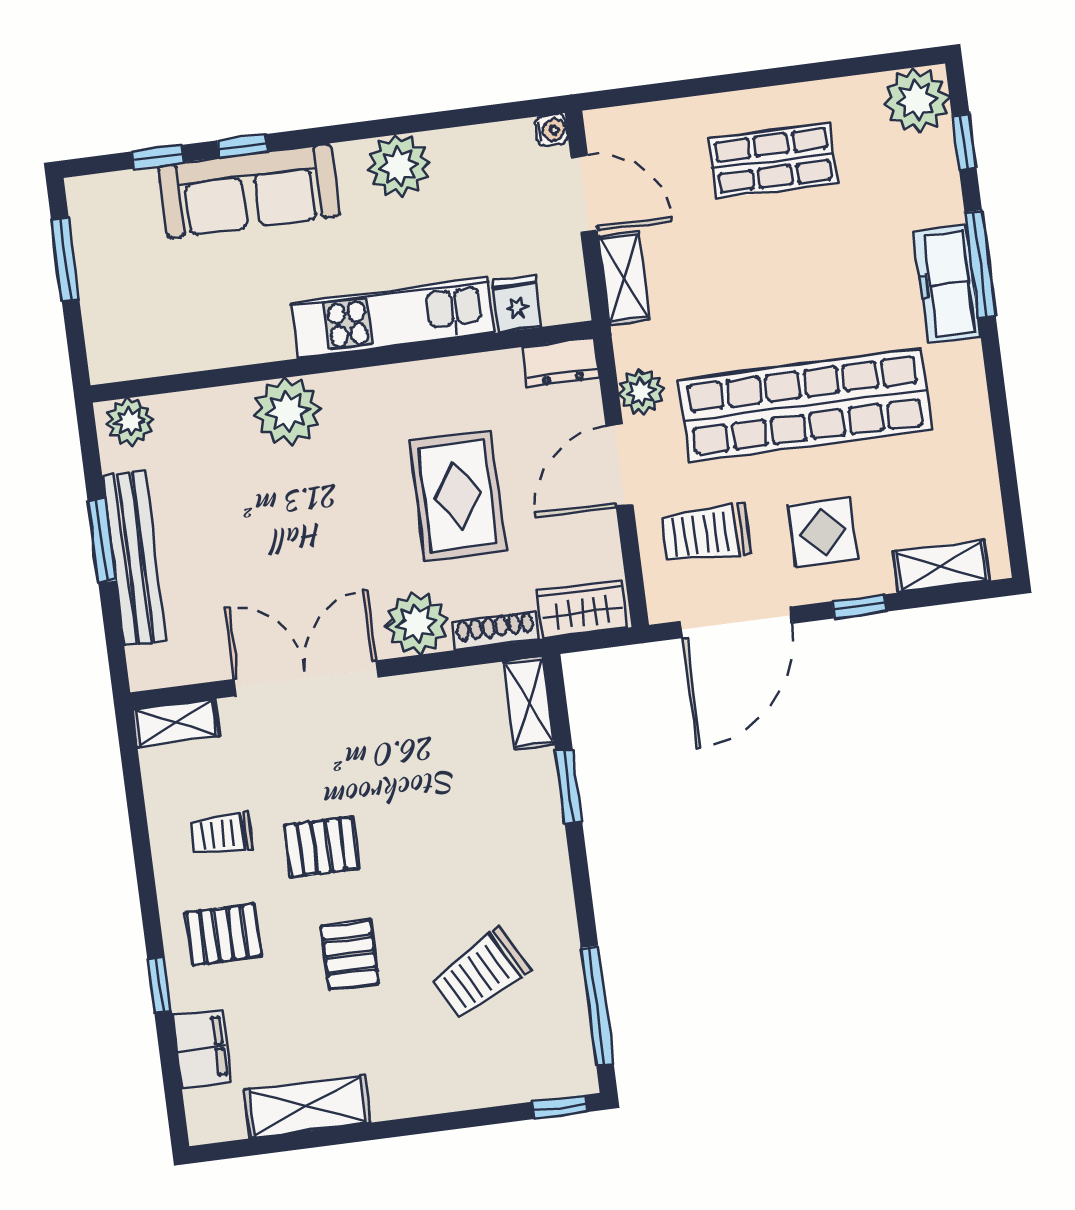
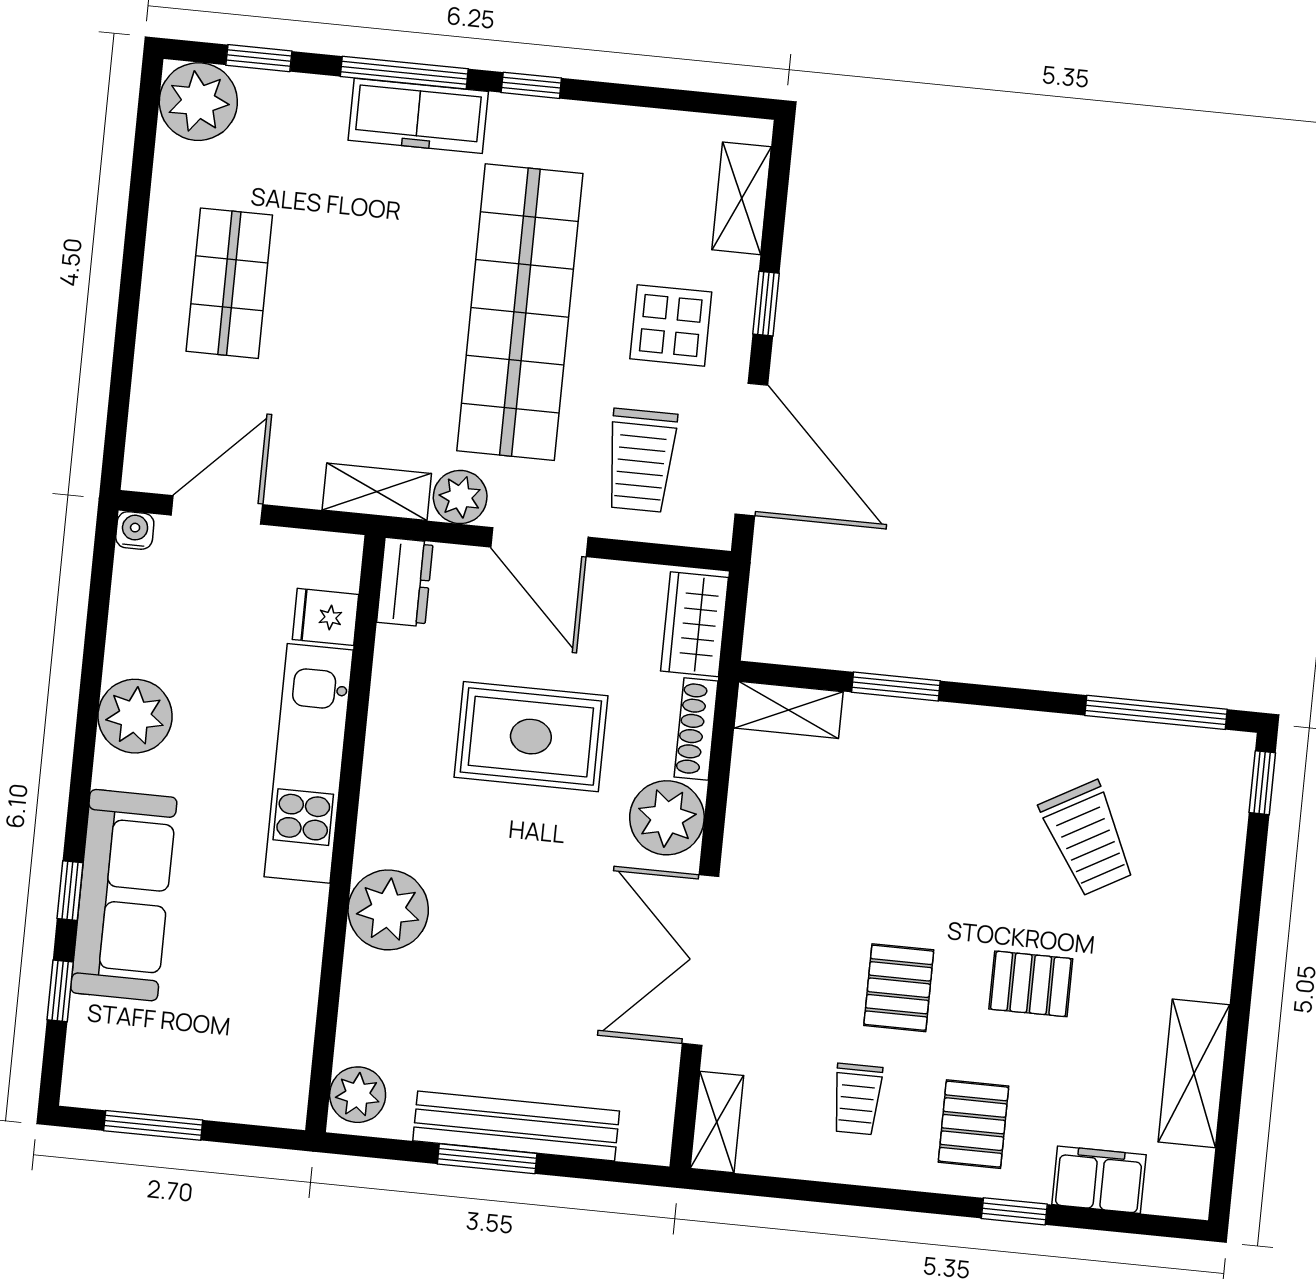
shelving: (624, 278) -> (377, 492), moved
window: (994, 371) -> (531, 85), added

